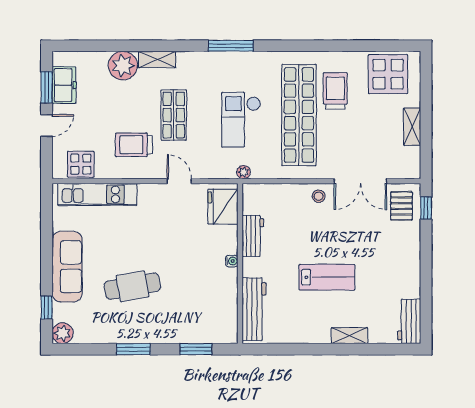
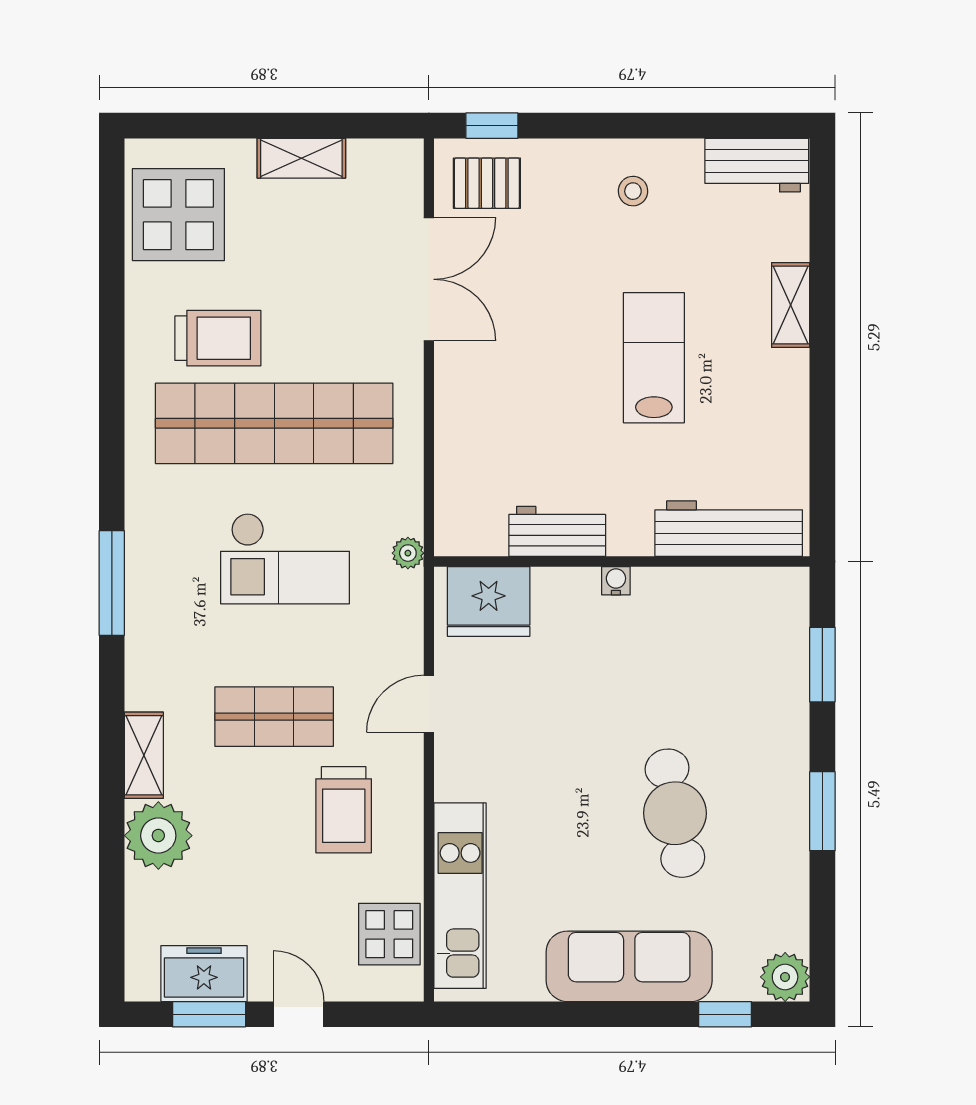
trolley: (335, 91) -> (218, 338), turned 180
stool: (319, 196) -> (633, 191), moved

